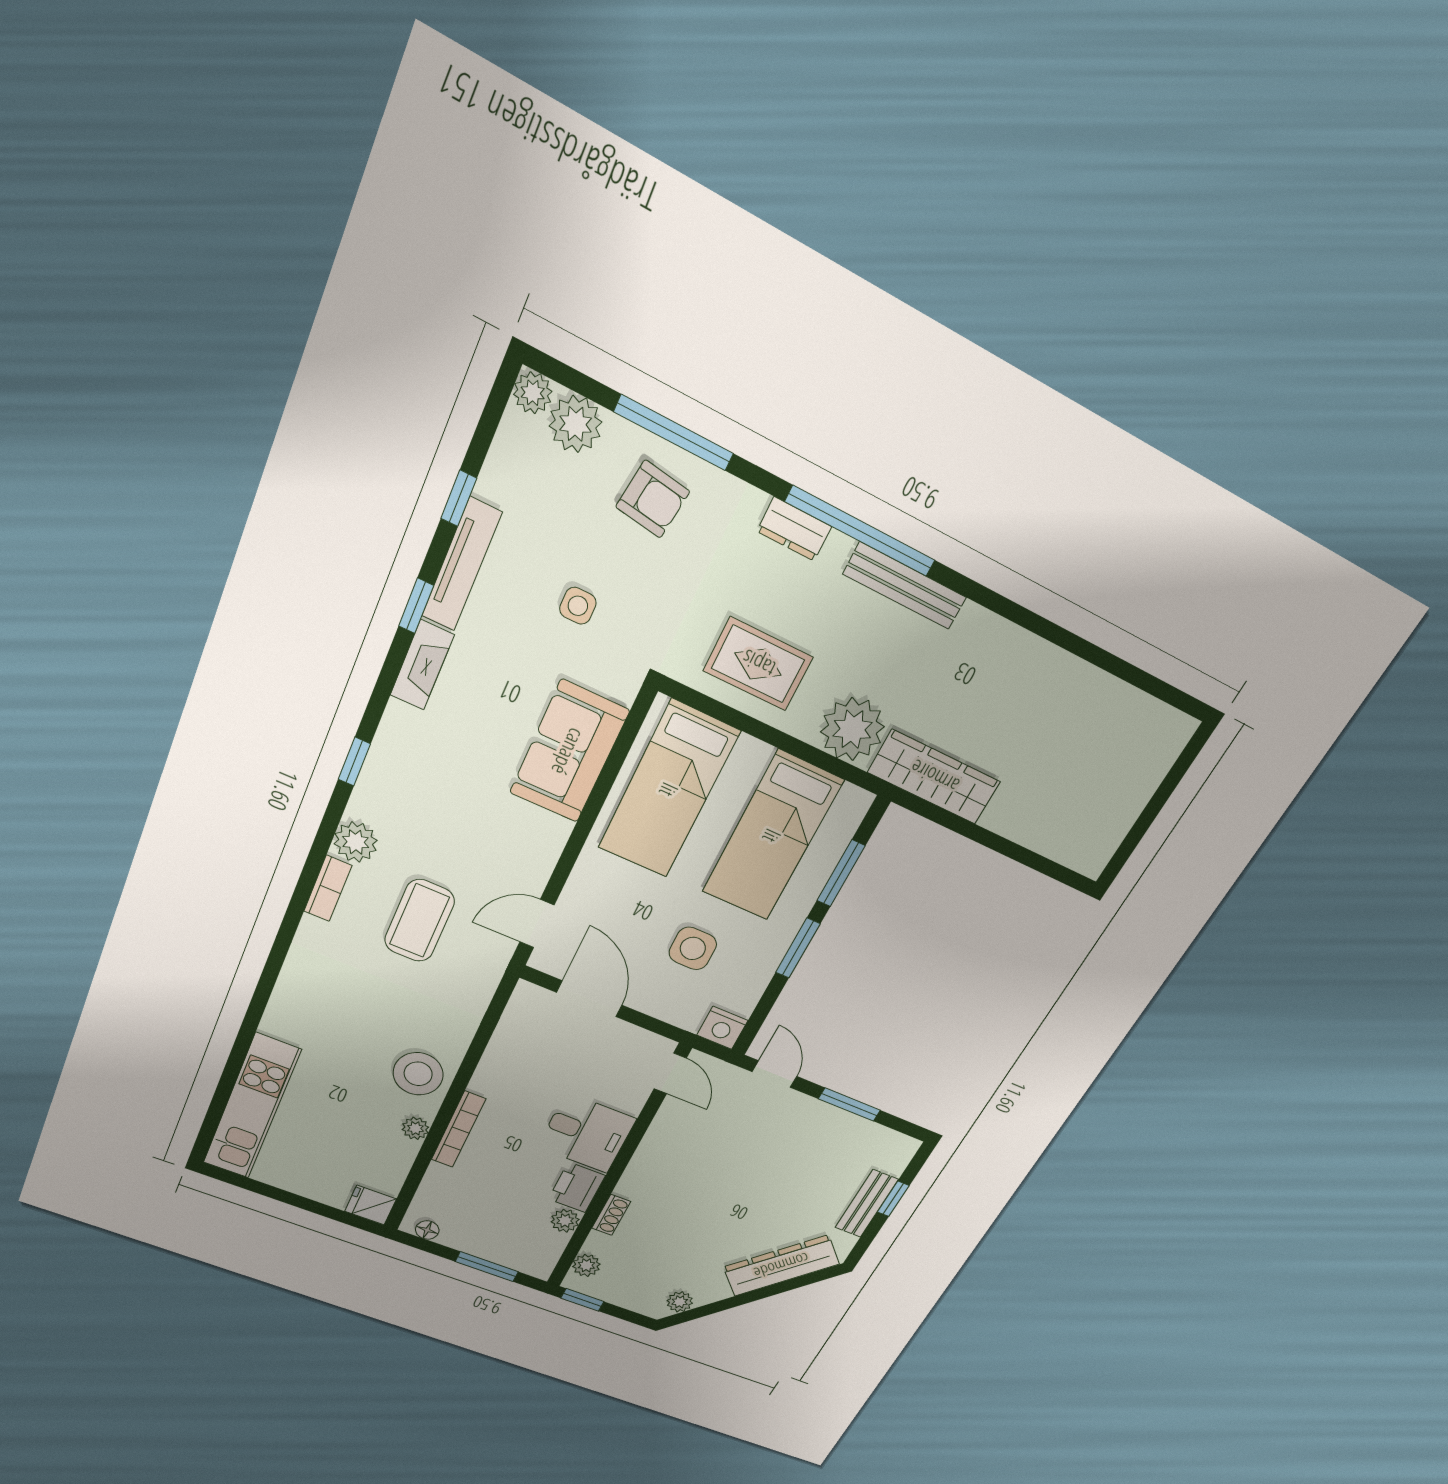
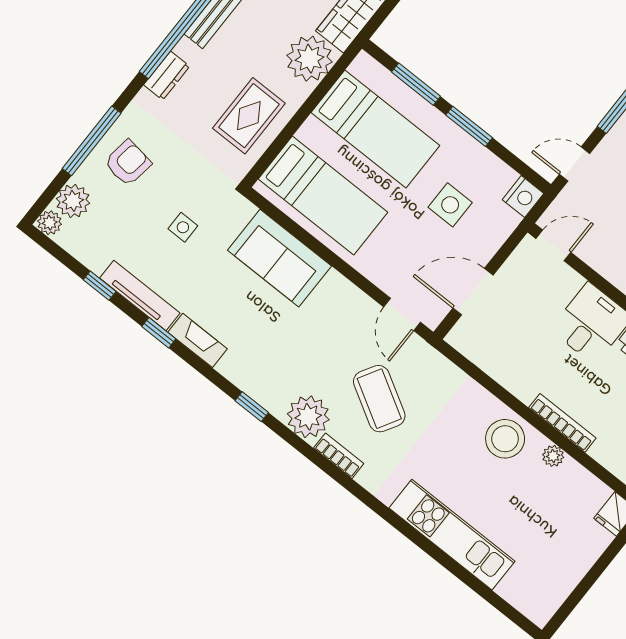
plant: (356, 842) -> (308, 417), width x1.36, depth x1.36
coffee table: (419, 921) -> (379, 399), turned 30
kitchen unit: (252, 1107) -> (452, 535), moved

